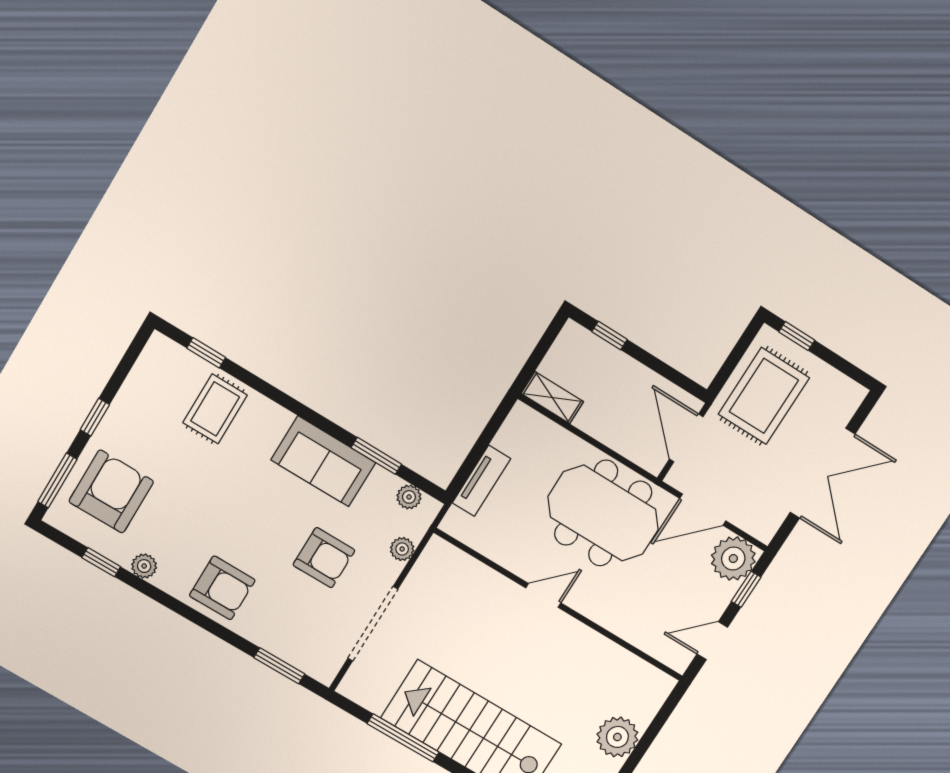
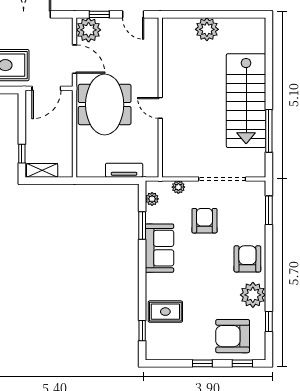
shelving: (552, 398) -> (42, 170), moved, turned 90
window: (57, 481) -> (242, 363), width x0.67
plant: (144, 566) -> (253, 295), width x1.87, depth x1.87

